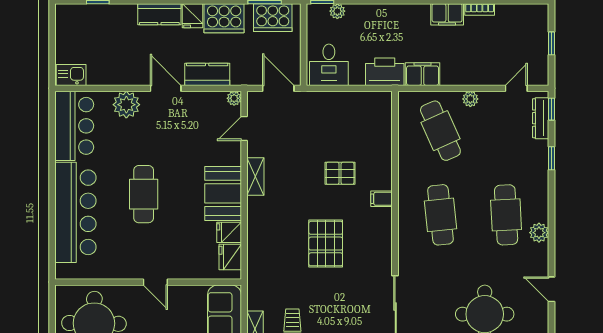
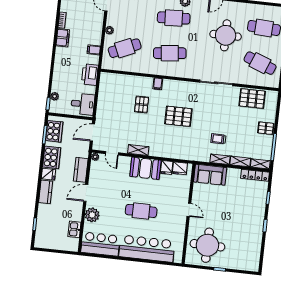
filing cabinet: (423, 74) -> (94, 50), width x0.50
kitchen sink: (71, 75) -> (74, 229), moved
door: (155, 282) -> (189, 210), hinge flipped

